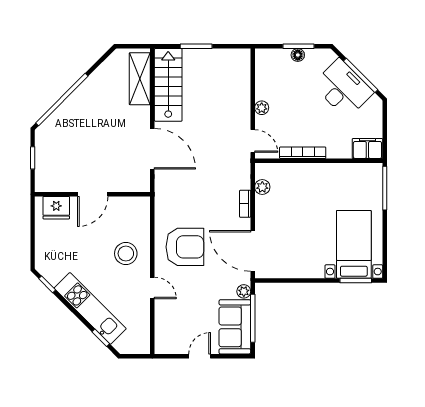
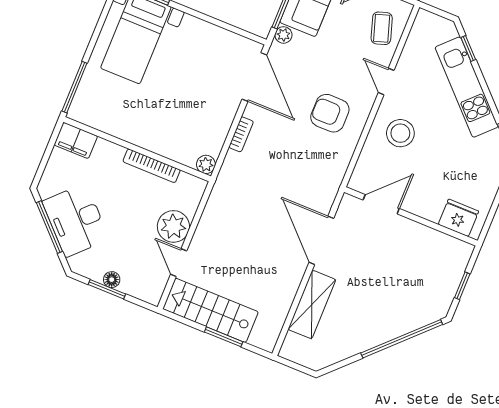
shelving: (140, 79) -> (312, 304), moved
stairs: (168, 85) -> (211, 310), moved, turned 90
plant: (262, 108) -> (173, 226), width x1.88, depth x1.88
door: (253, 141) -> (179, 263), moved
plant: (262, 187) -> (206, 164), moved
door: (93, 194) -> (381, 204), moved
armchair: (185, 247) -> (330, 113), width x0.73, depth x0.73
coffee table: (172, 327) -> (382, 28), added

